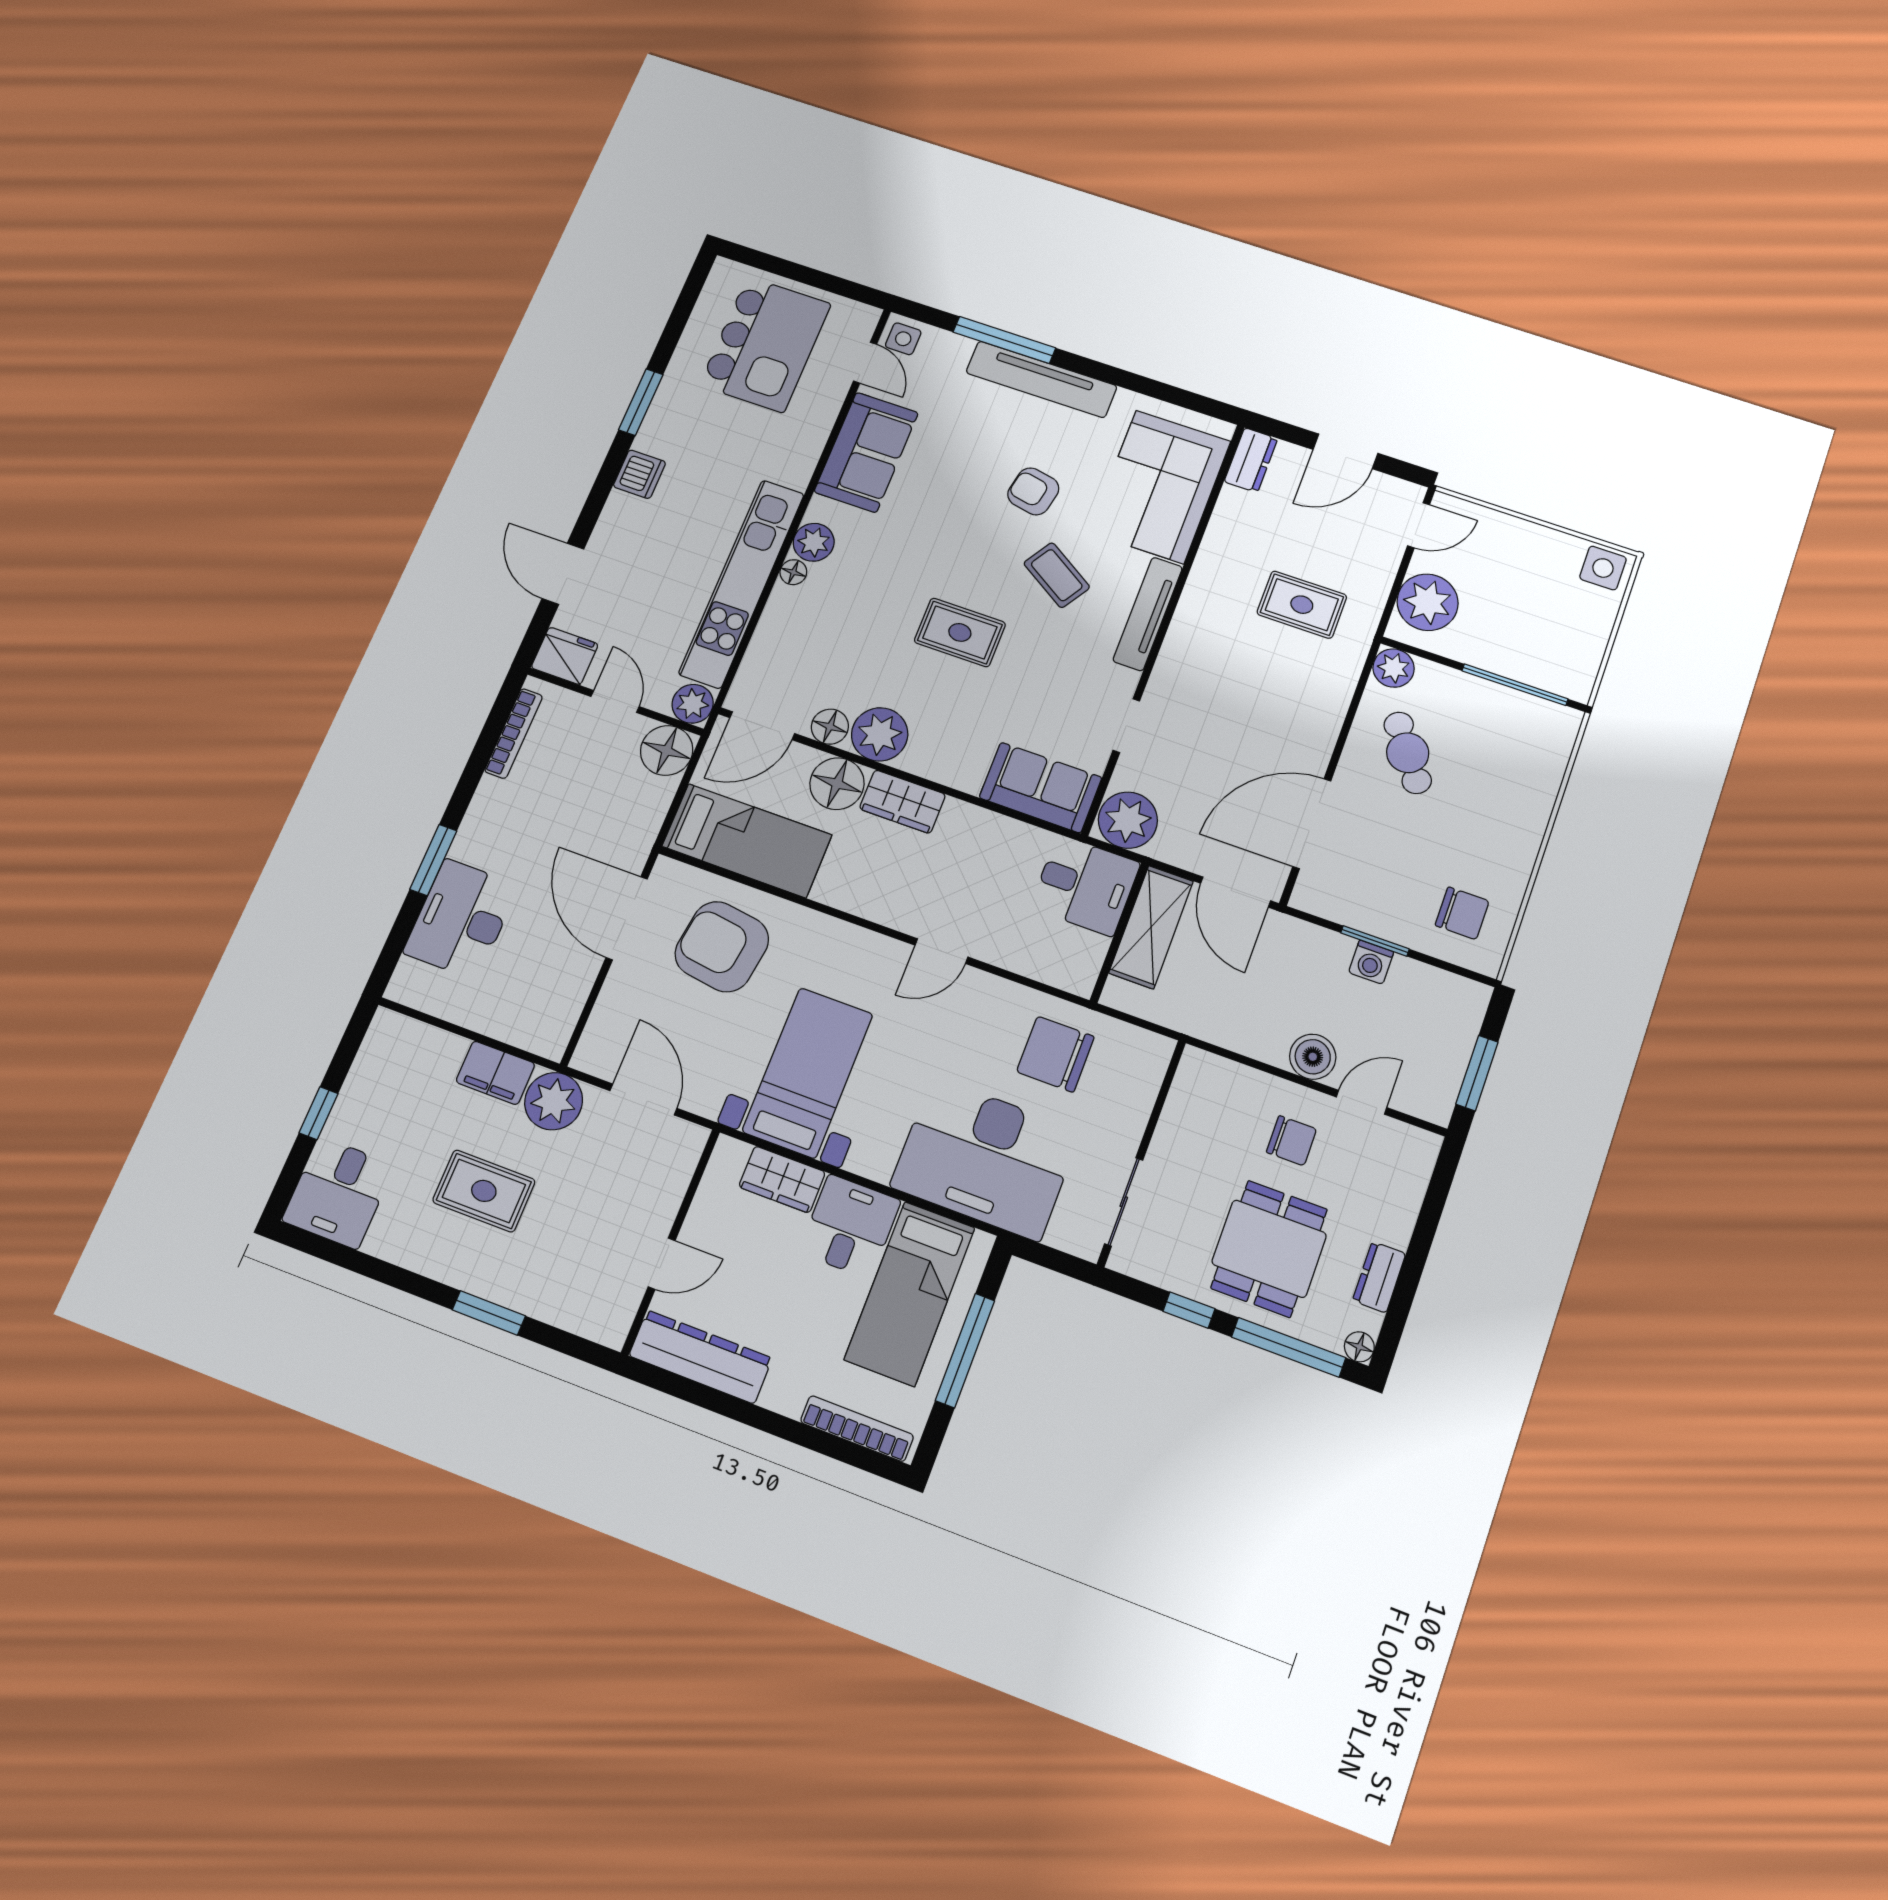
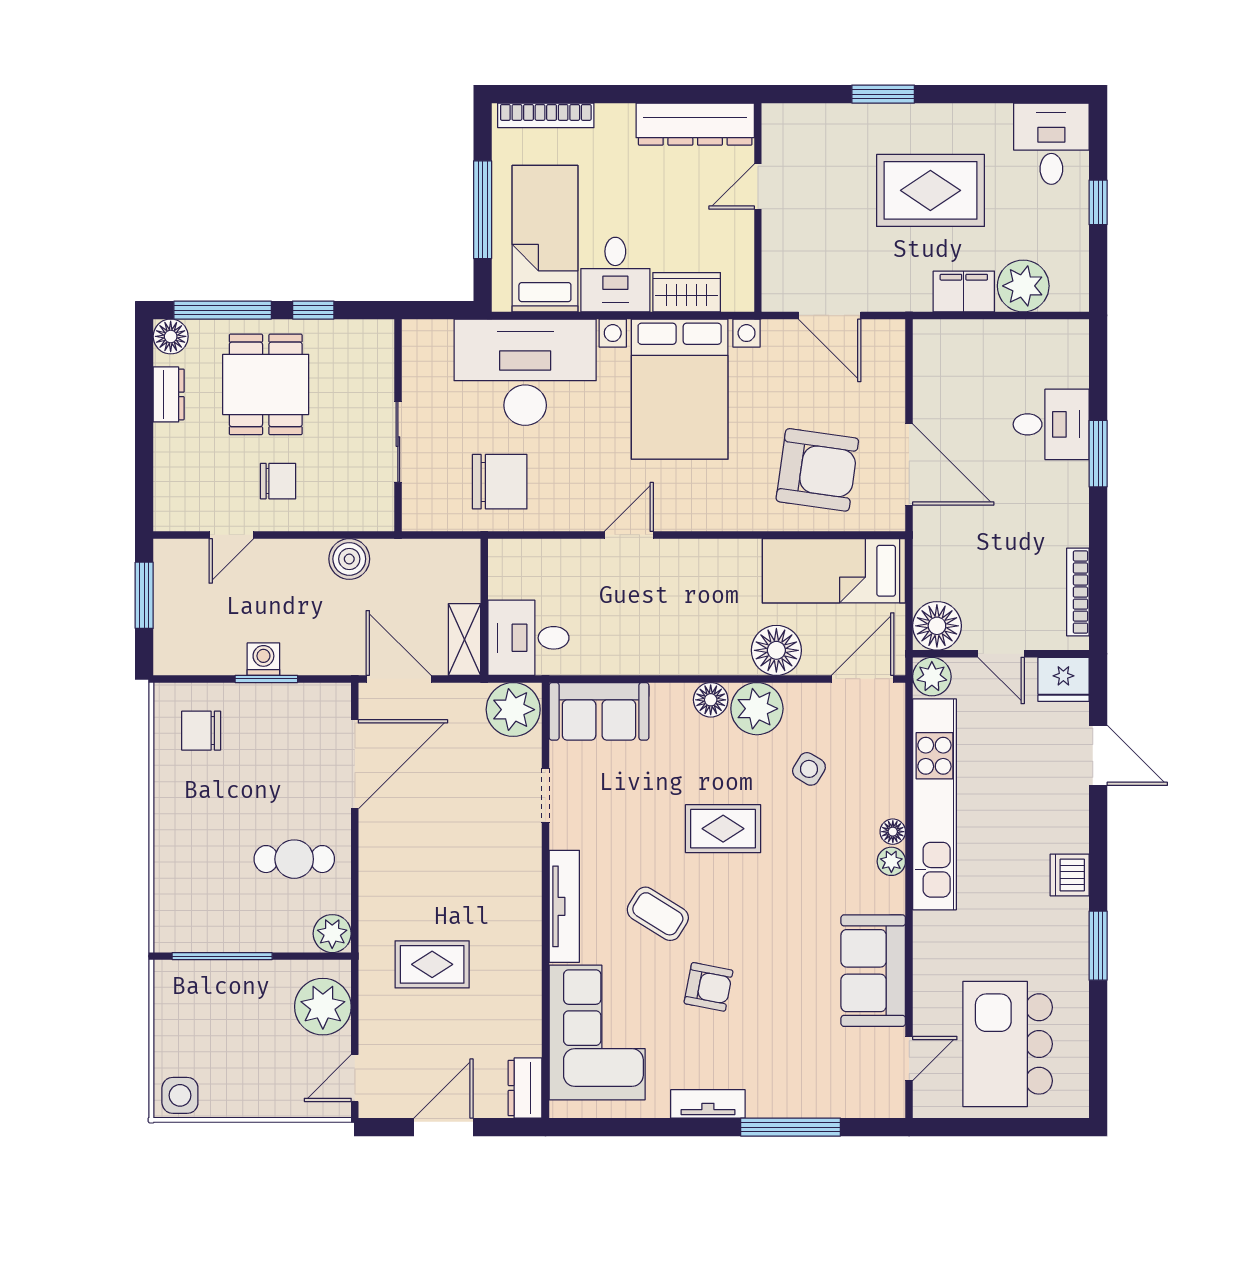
side table: (903, 339) -> (809, 769), moved, turned 31
door: (865, 363) -> (909, 1059), swing flipped
tv unit: (1041, 379) -> (708, 1104), width x0.52, depth x0.78
plant: (814, 542) -> (891, 861), width x0.73, depth x0.73
floor lamp: (830, 727) -> (711, 700), moved
cafe table: (1408, 753) -> (294, 859), turned -55
wardrobe: (903, 802) -> (713, 655), removed
desk: (461, 919) -> (1051, 424), width x0.73
shelving: (1151, 927) -> (465, 640), width x0.67, depth x0.75
boiler: (1313, 1057) -> (349, 559), moved
bed with nightstands: (808, 1073) -> (680, 389), width x1.36
plant: (554, 1101) -> (1023, 286), moved
chair: (1291, 1141) -> (278, 481), turned 180
rug: (484, 1191) -> (930, 190), width x1.36, depth x1.43
sliding door: (1124, 1202) -> (398, 442), moved
floor lamp: (1359, 1347) -> (171, 336), width x1.37, depth x1.37

